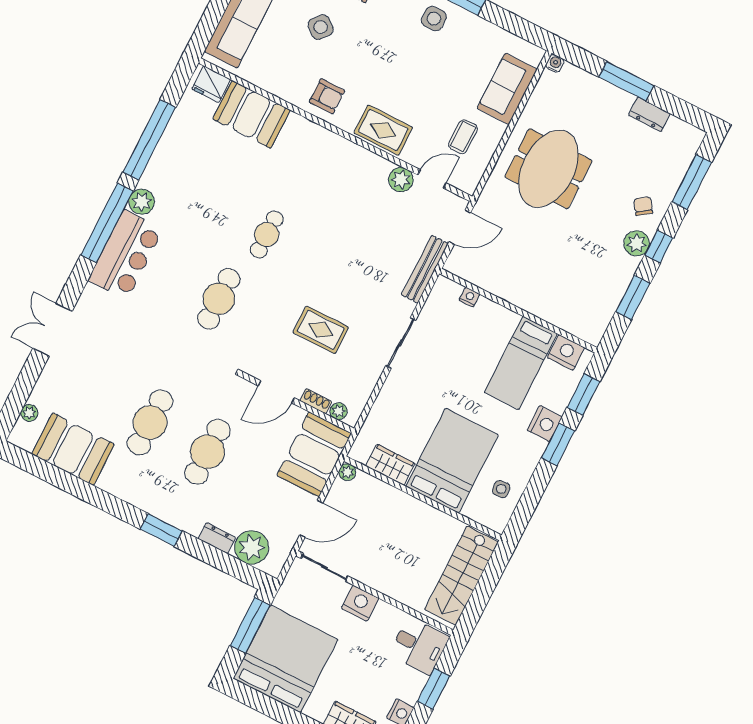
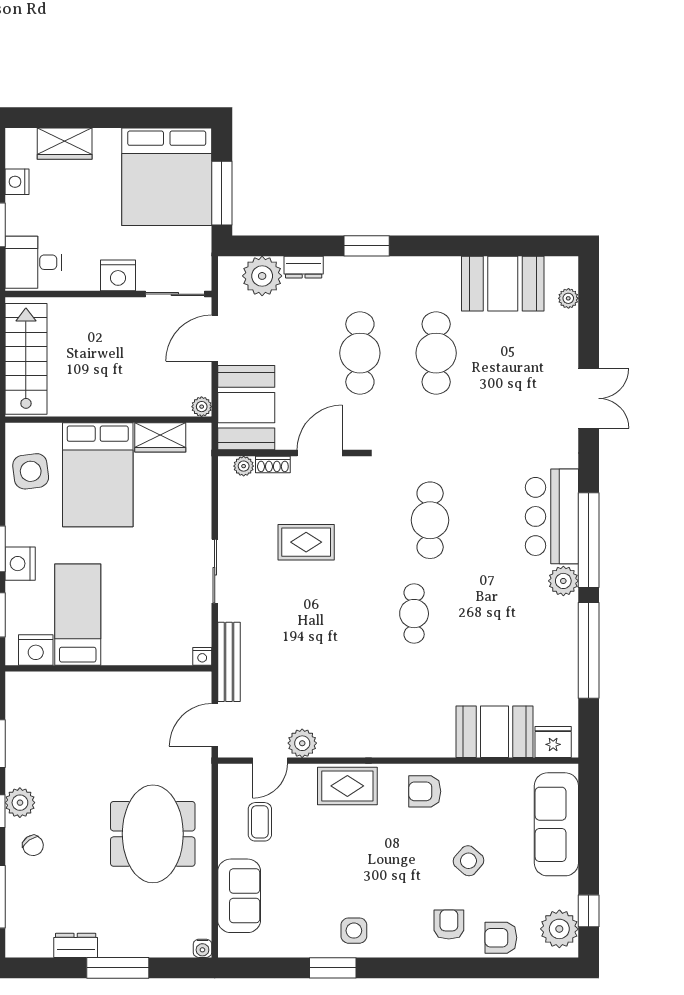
nightstand: (469, 297) -> (202, 656), moved
side table: (501, 489) -> (31, 471), width x1.87, depth x1.87

